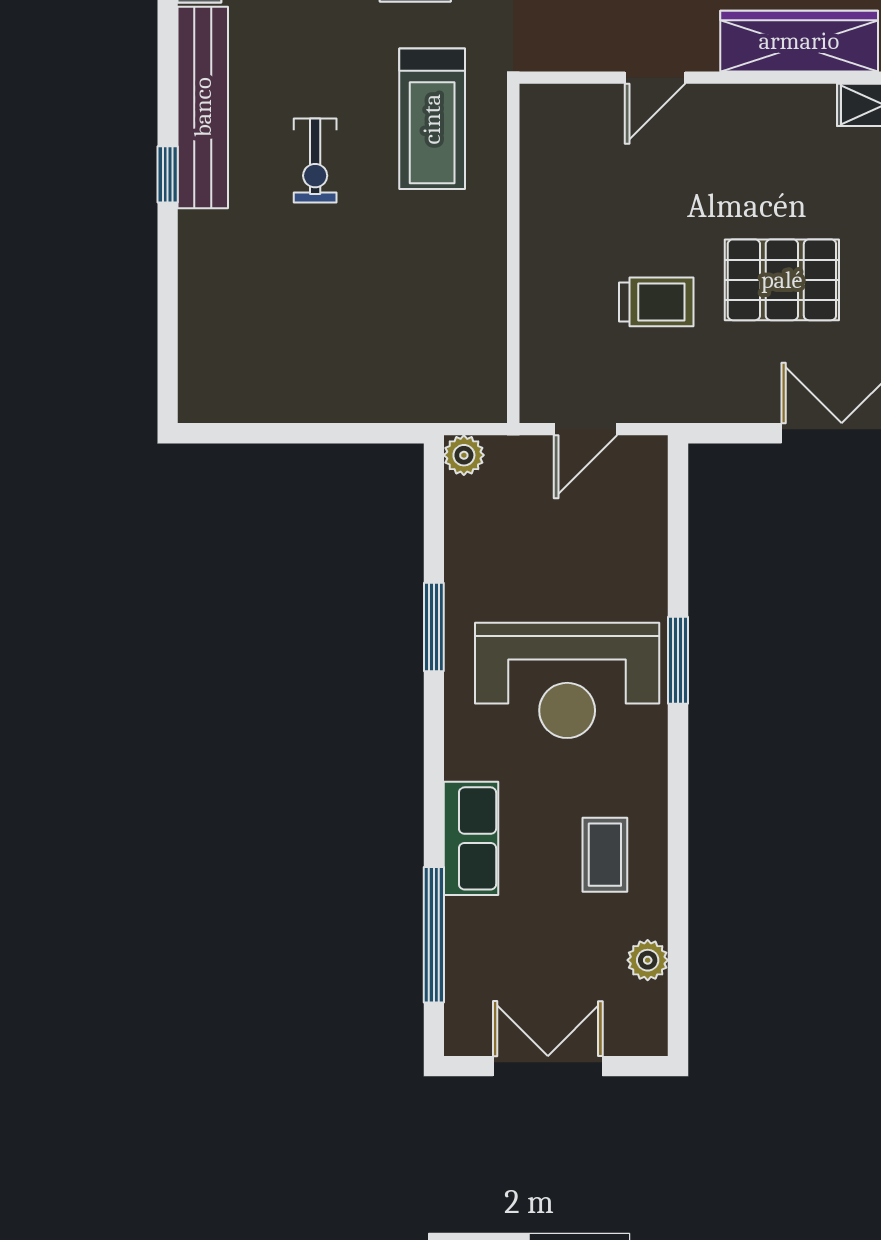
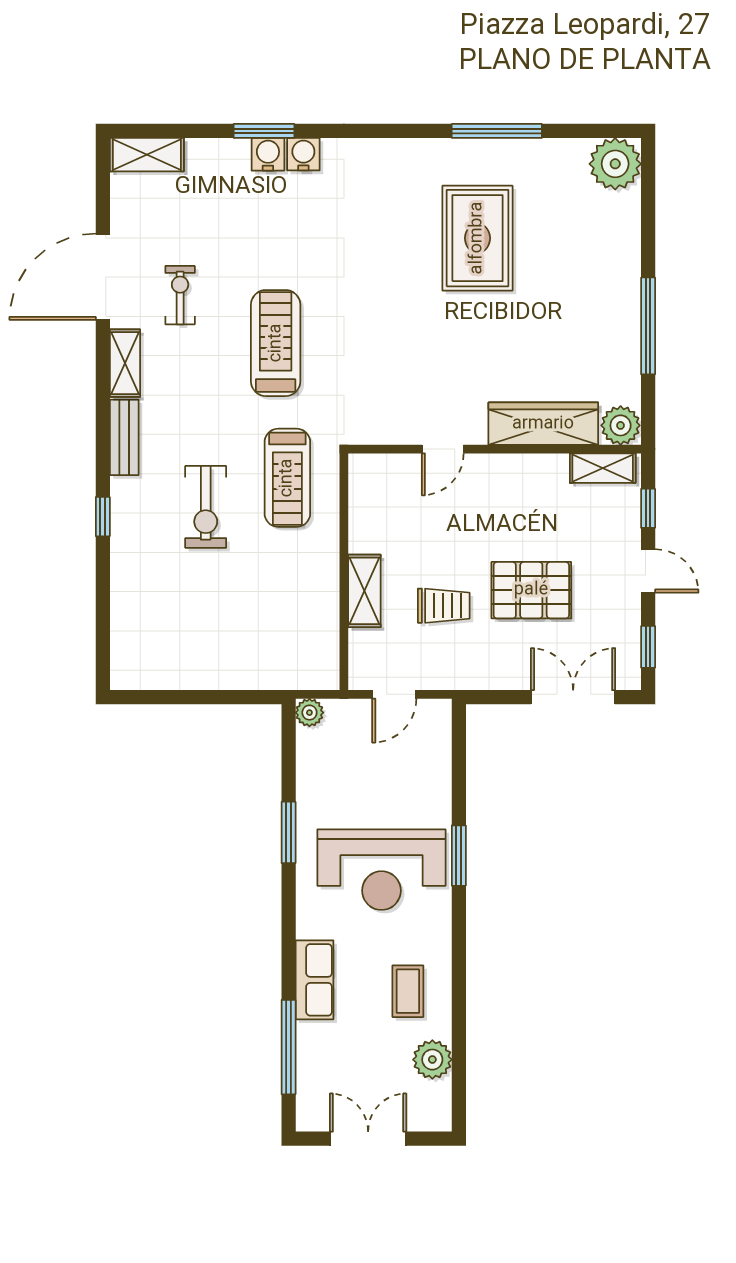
bench: (203, 107) -> (124, 437), width x0.54, depth x0.82
exercise bike: (315, 160) -> (206, 507), width x1.38, depth x1.39
shelving: (543, 281) -> (364, 591), added
plant: (648, 960) -> (432, 1060), width x1.38, depth x1.38

